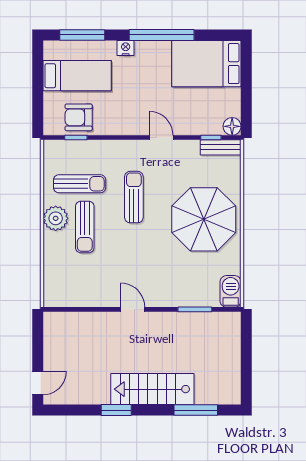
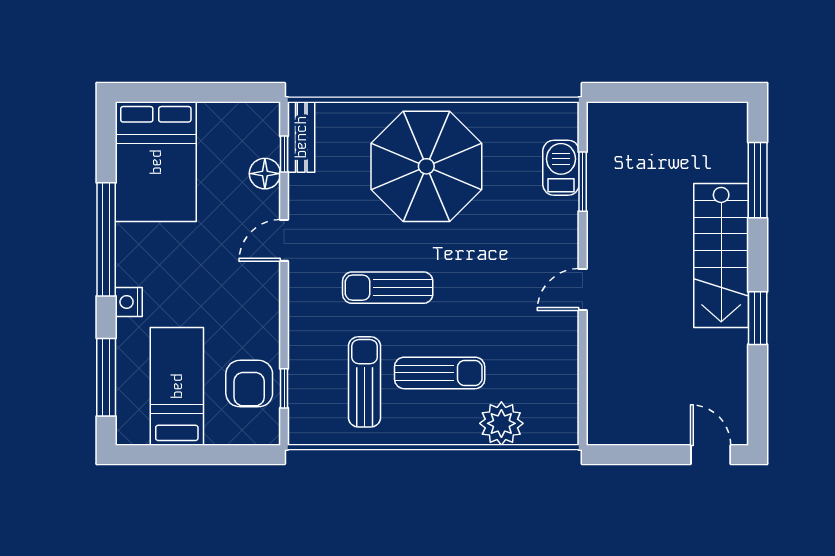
floor lamp: (232, 126) -> (265, 174), moved
plant: (56, 218) -> (501, 423), moved
barbecue: (231, 291) -> (561, 168), moved, turned 90

